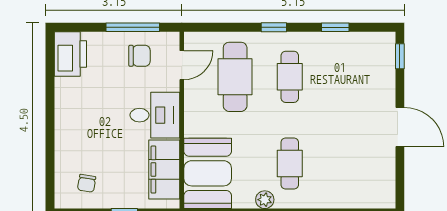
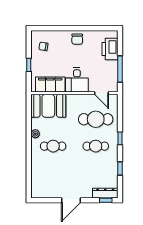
printer: (70, 54) -> (110, 49), moved, turned 90
chair: (139, 56) -> (77, 39), moved
dresser: (386, 57) -> (105, 193), added

